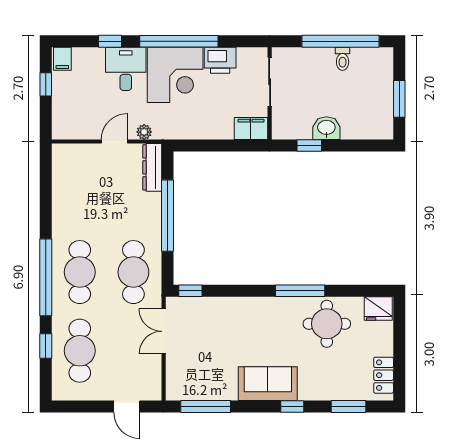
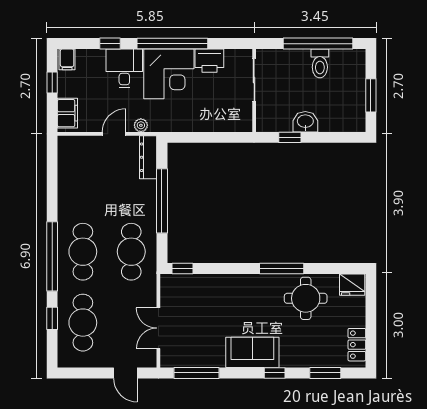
toilet: (343, 59) -> (320, 63), width x1.37, depth x1.39
filing cabinet: (251, 128) -> (67, 113), moved, turned 90
double door: (164, 331) -> (158, 328), moved

